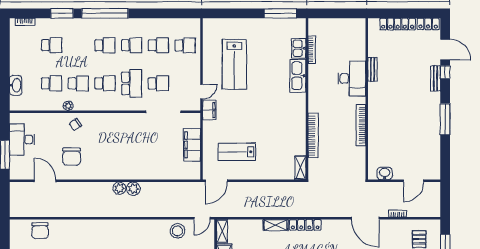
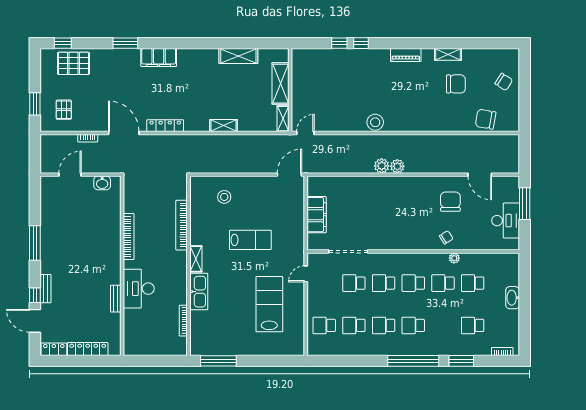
kitchen sink: (299, 48) -> (198, 322), removed
school desk: (132, 83) -> (384, 283), width x0.54
washbasin: (16, 85) -> (513, 298), moved
filing cabinet: (209, 110) -> (297, 253), removed
lab bench: (237, 152) -> (250, 240), moved
stool: (275, 161) -> (224, 197), added
shelving: (300, 168) -> (196, 259), moved
locker: (305, 225) -> (165, 126), moved
chair: (40, 231) -> (486, 119), turned -80
stool: (177, 231) -> (375, 122), moved

